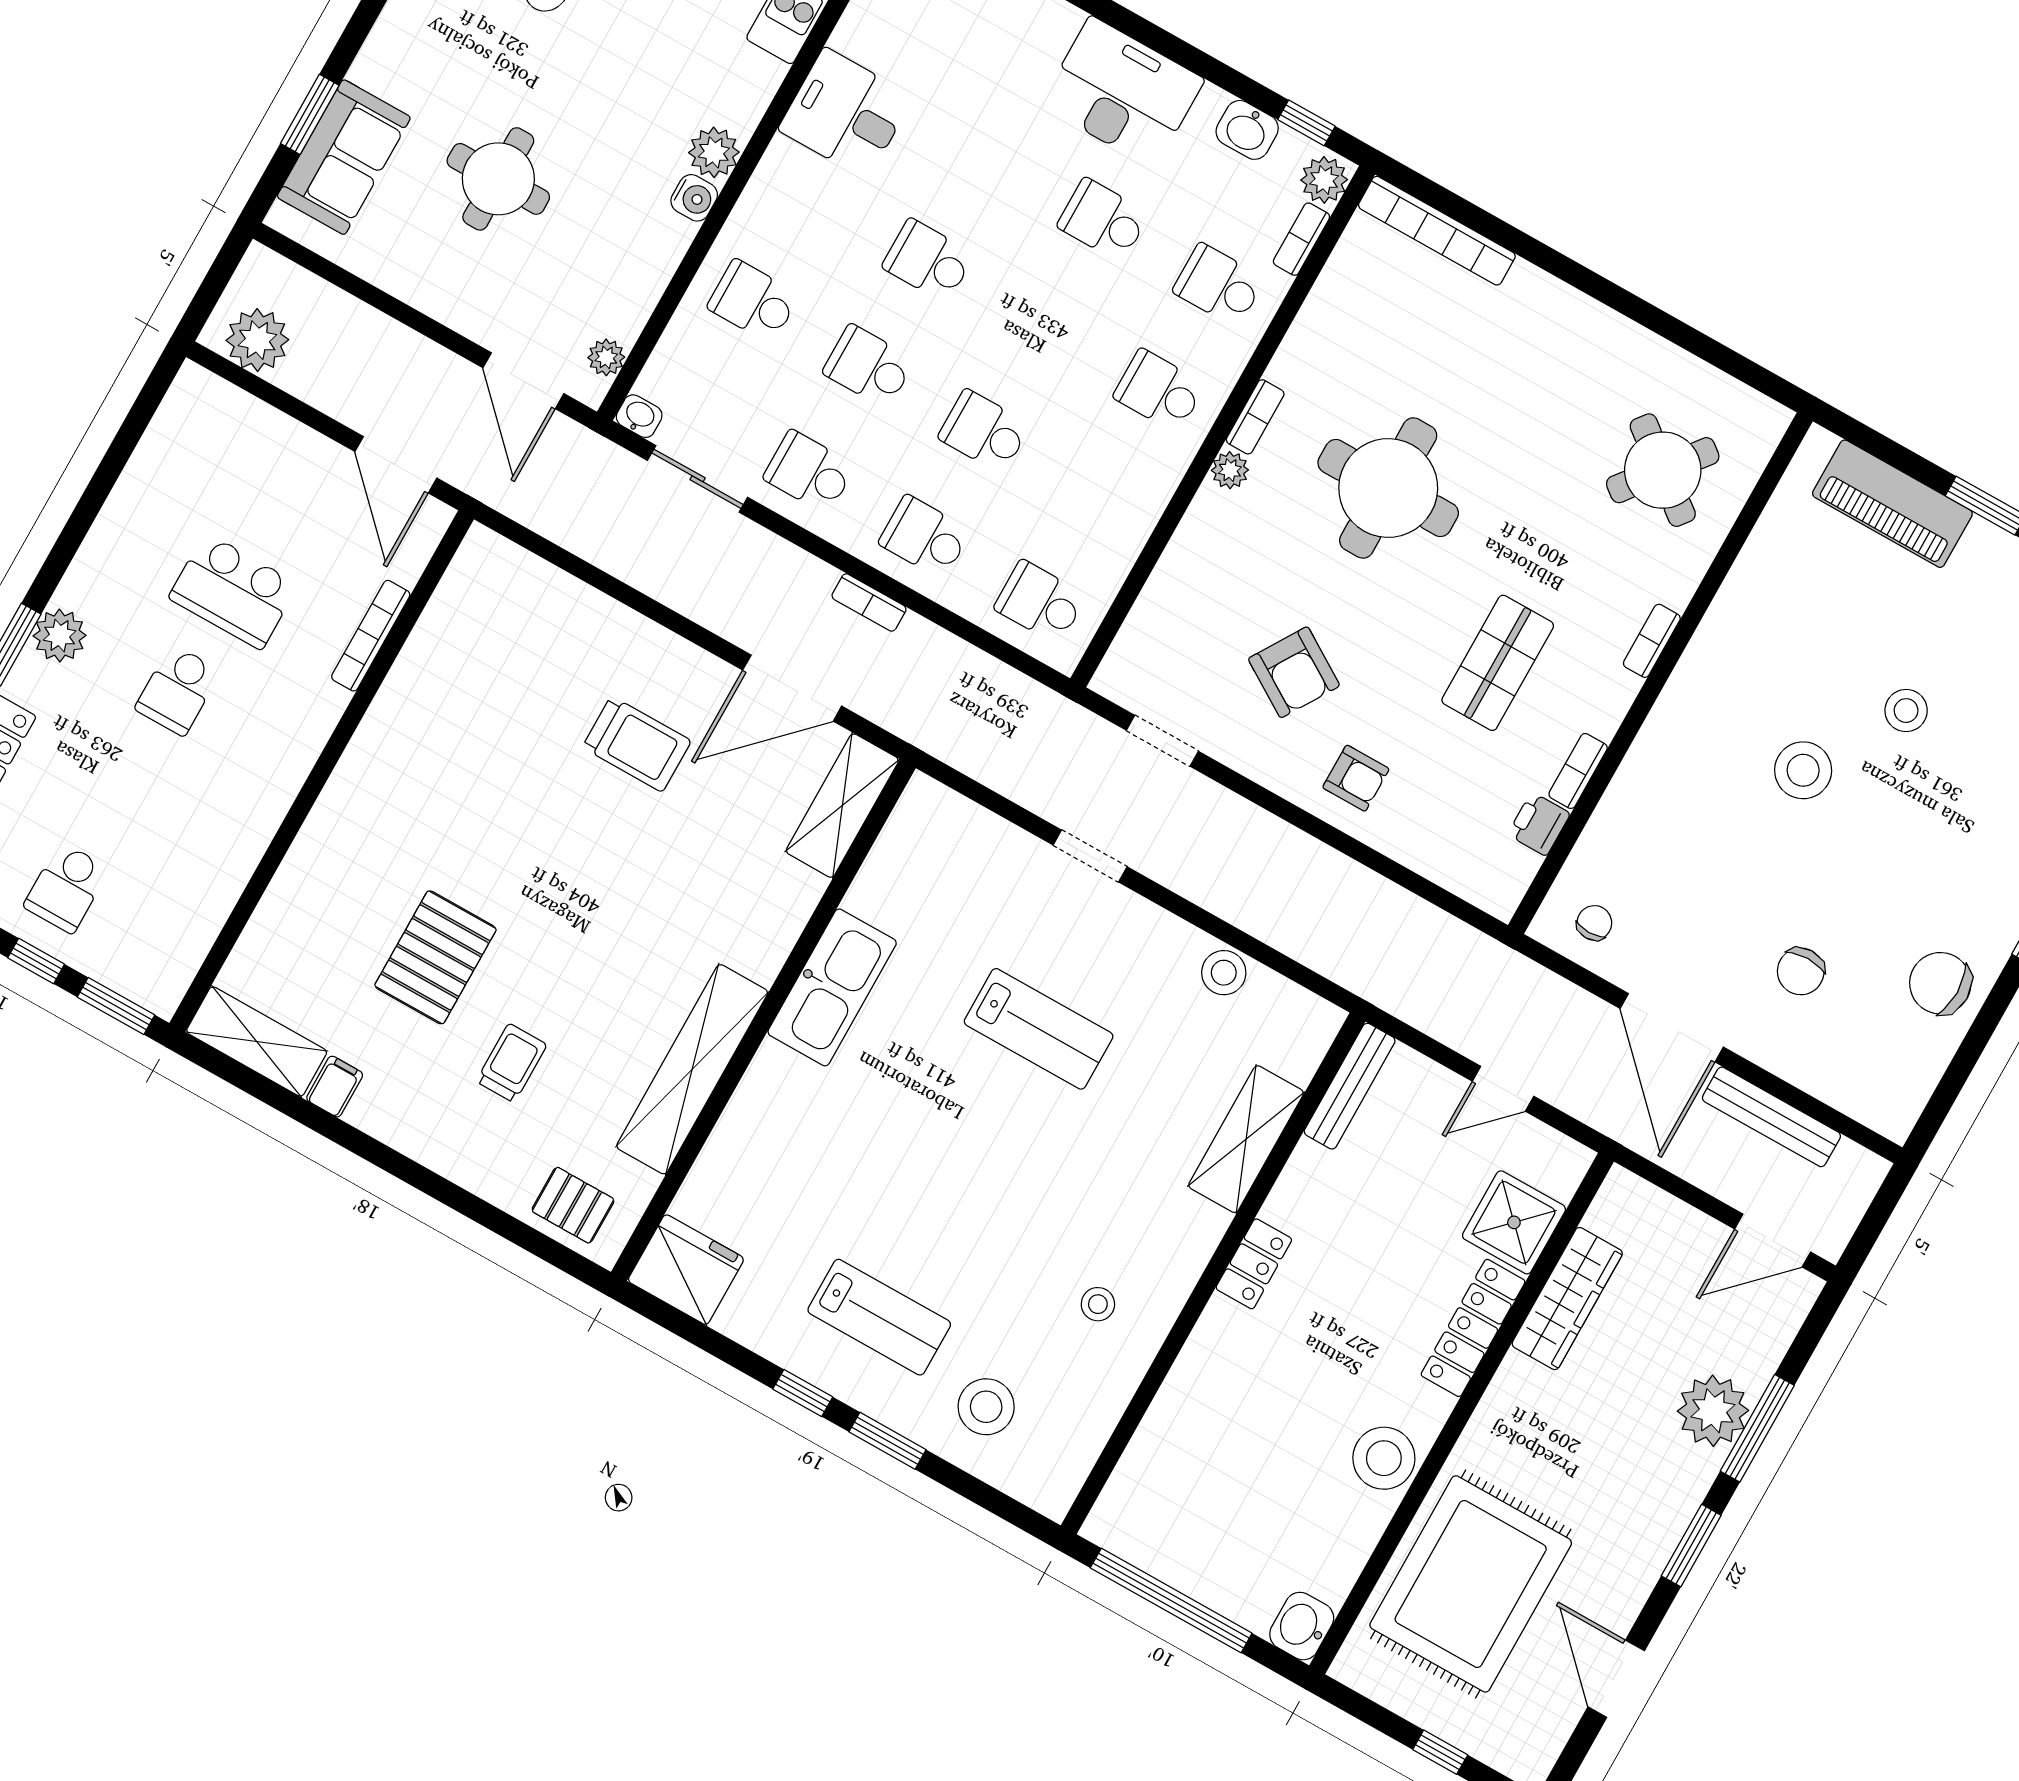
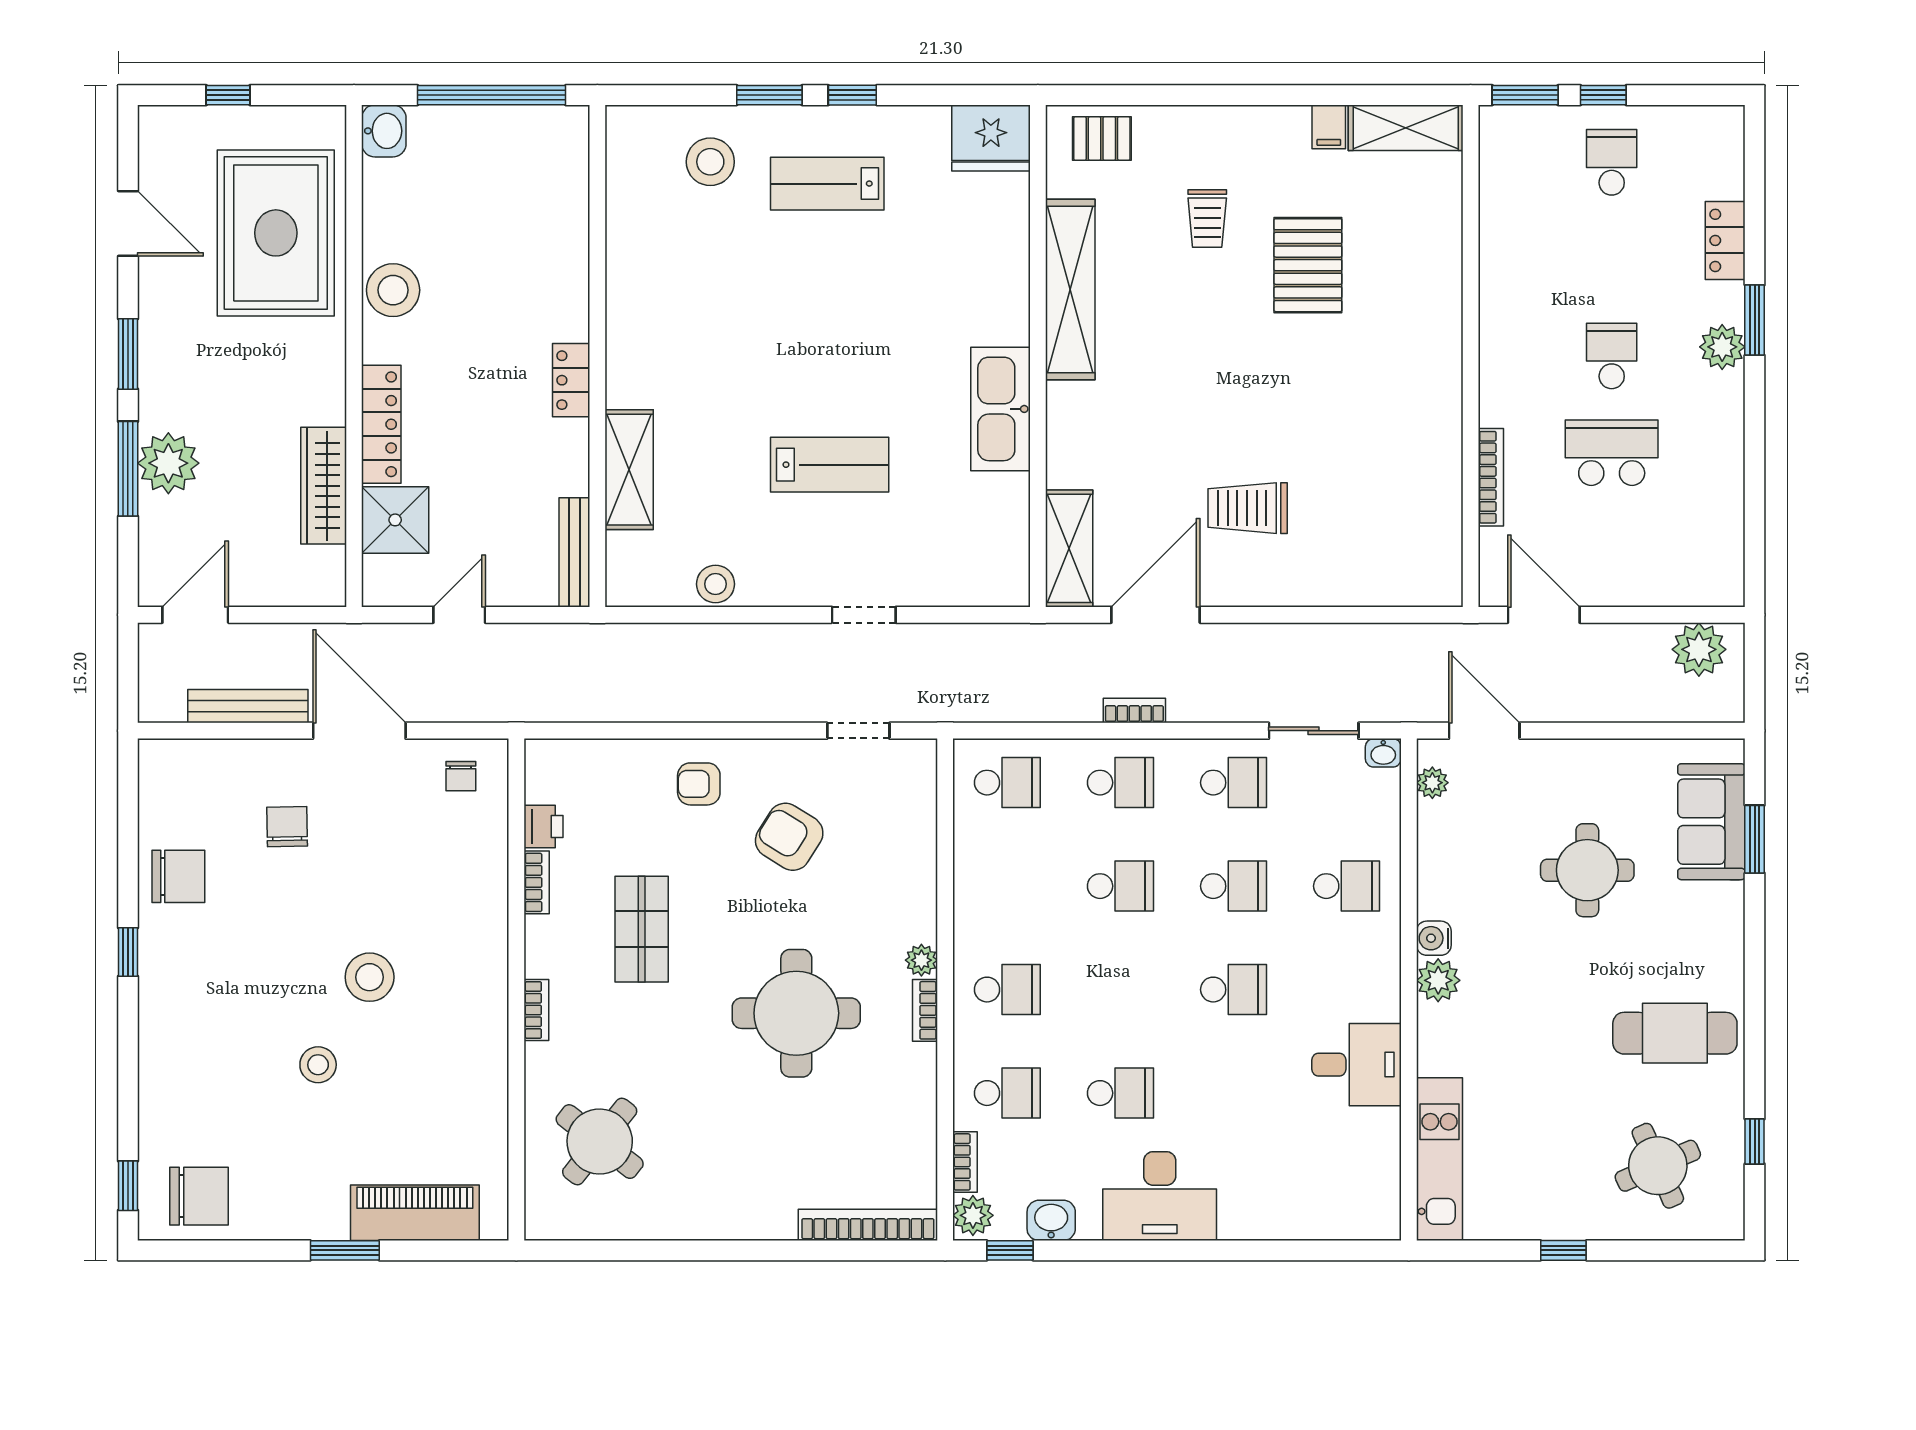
lab bench: (1039, 1029) -> (830, 465), turned 180
stool: (1098, 1304) -> (670, 285), removed

